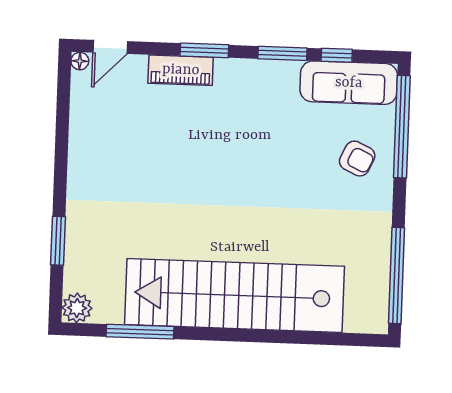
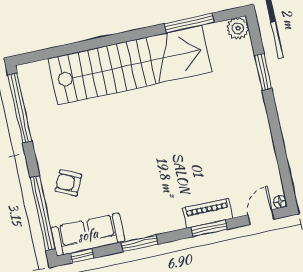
window: (204, 50) -> (209, 228), moved
window: (337, 55) -> (82, 256), moved

